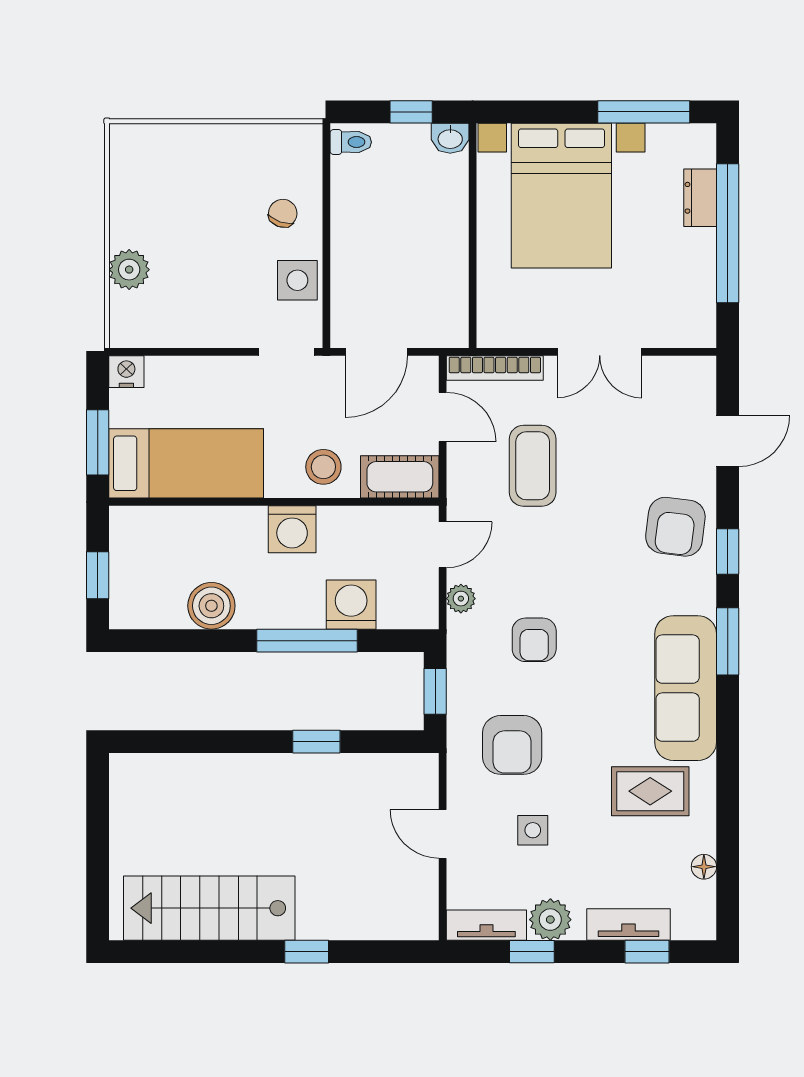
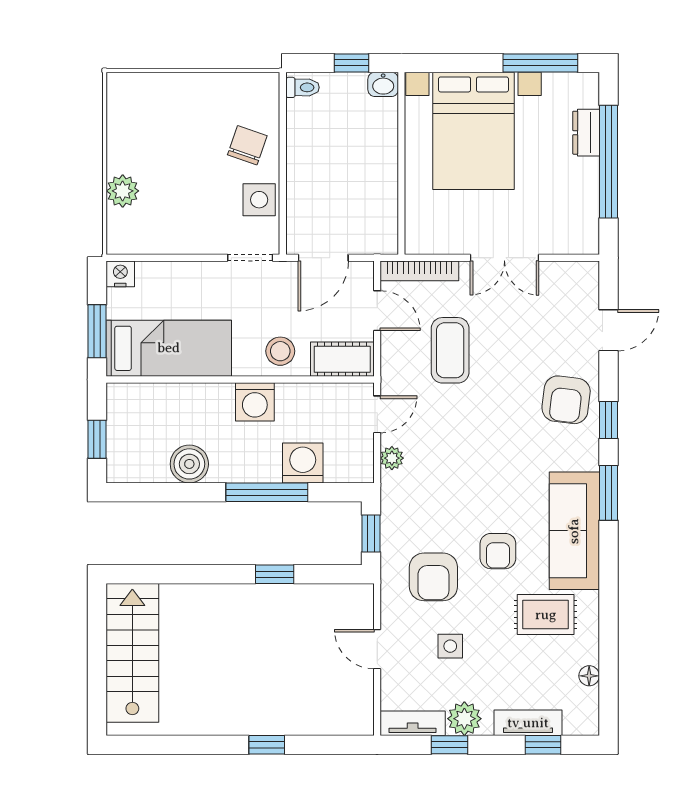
chair: (283, 213) -> (247, 145), width x1.37, depth x1.37
armchair: (534, 640) -> (498, 551), moved
stairs: (209, 908) -> (132, 653), moved, turned 90

